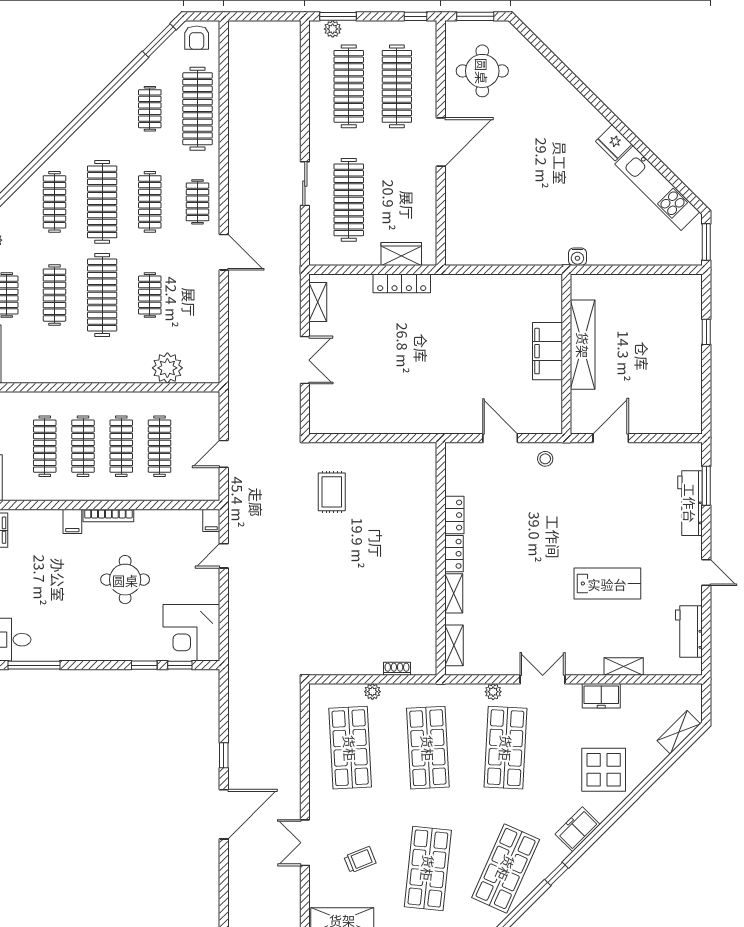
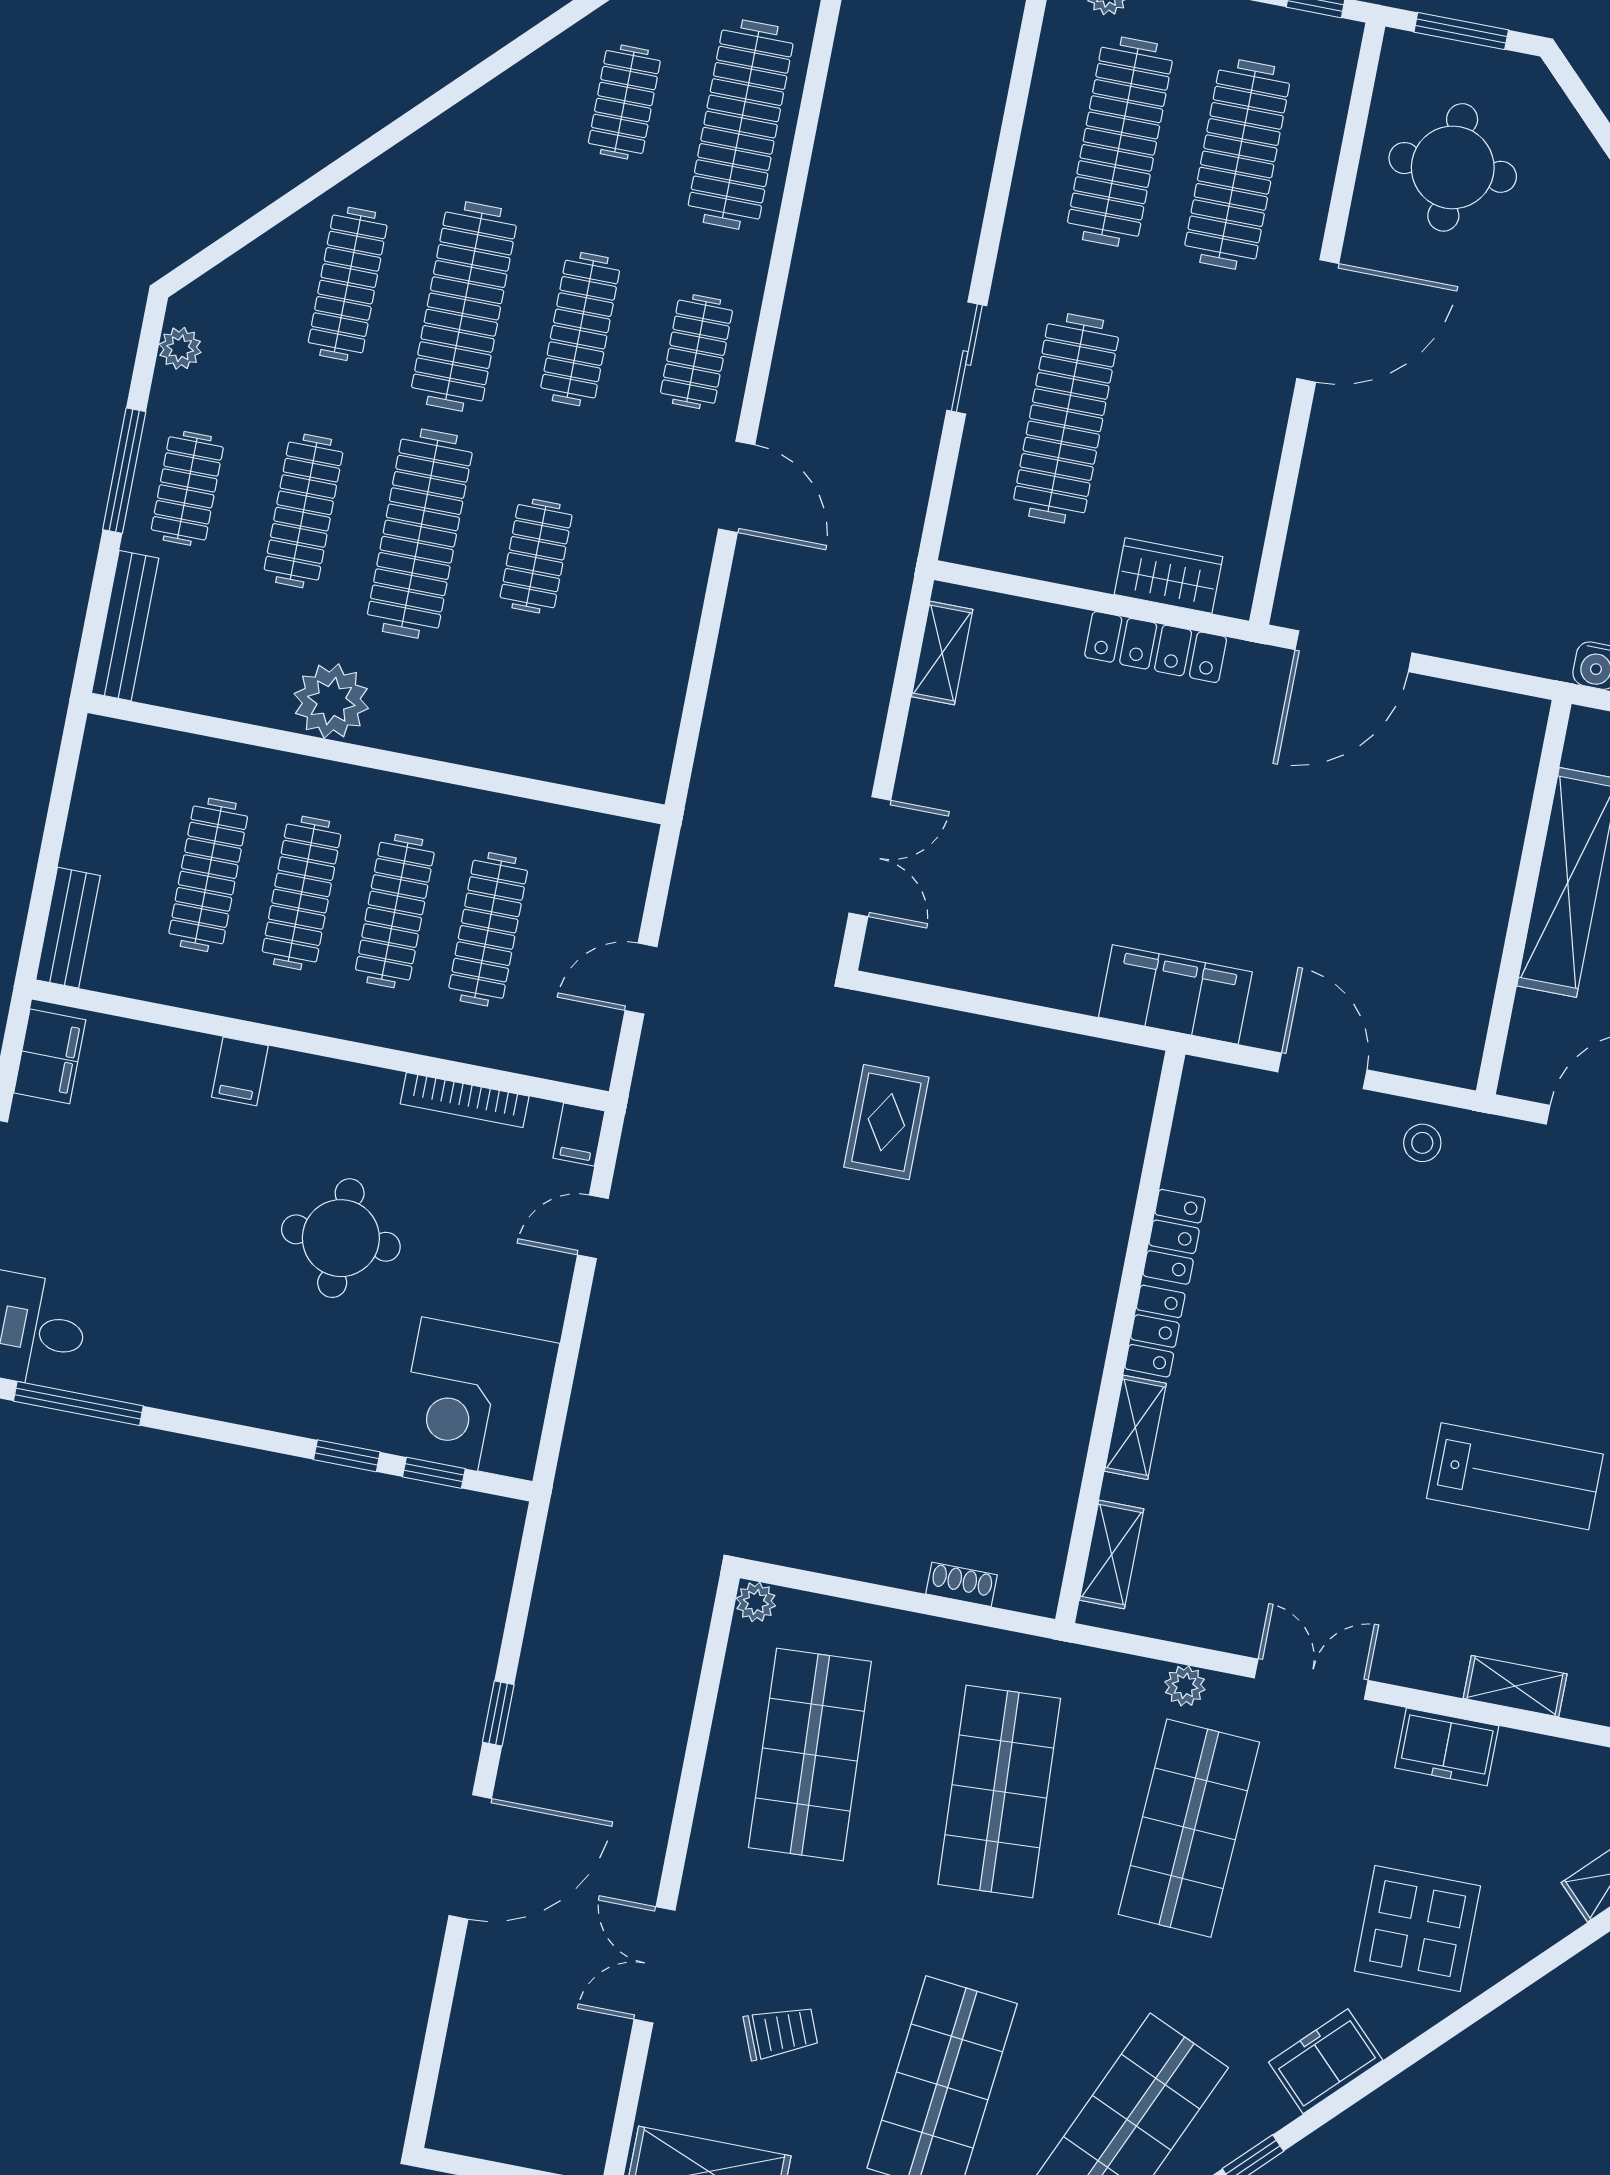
door: (480, 270) -> (1354, 651), added
filing cabinet: (547, 351) -> (1175, 994), moved, turned 90
double door: (305, 360) -> (870, 857), moved
plant: (167, 368) -> (331, 701), moved
bookcase: (108, 515) -> (465, 1100), moved
plant: (372, 692) -> (756, 1602), moved

